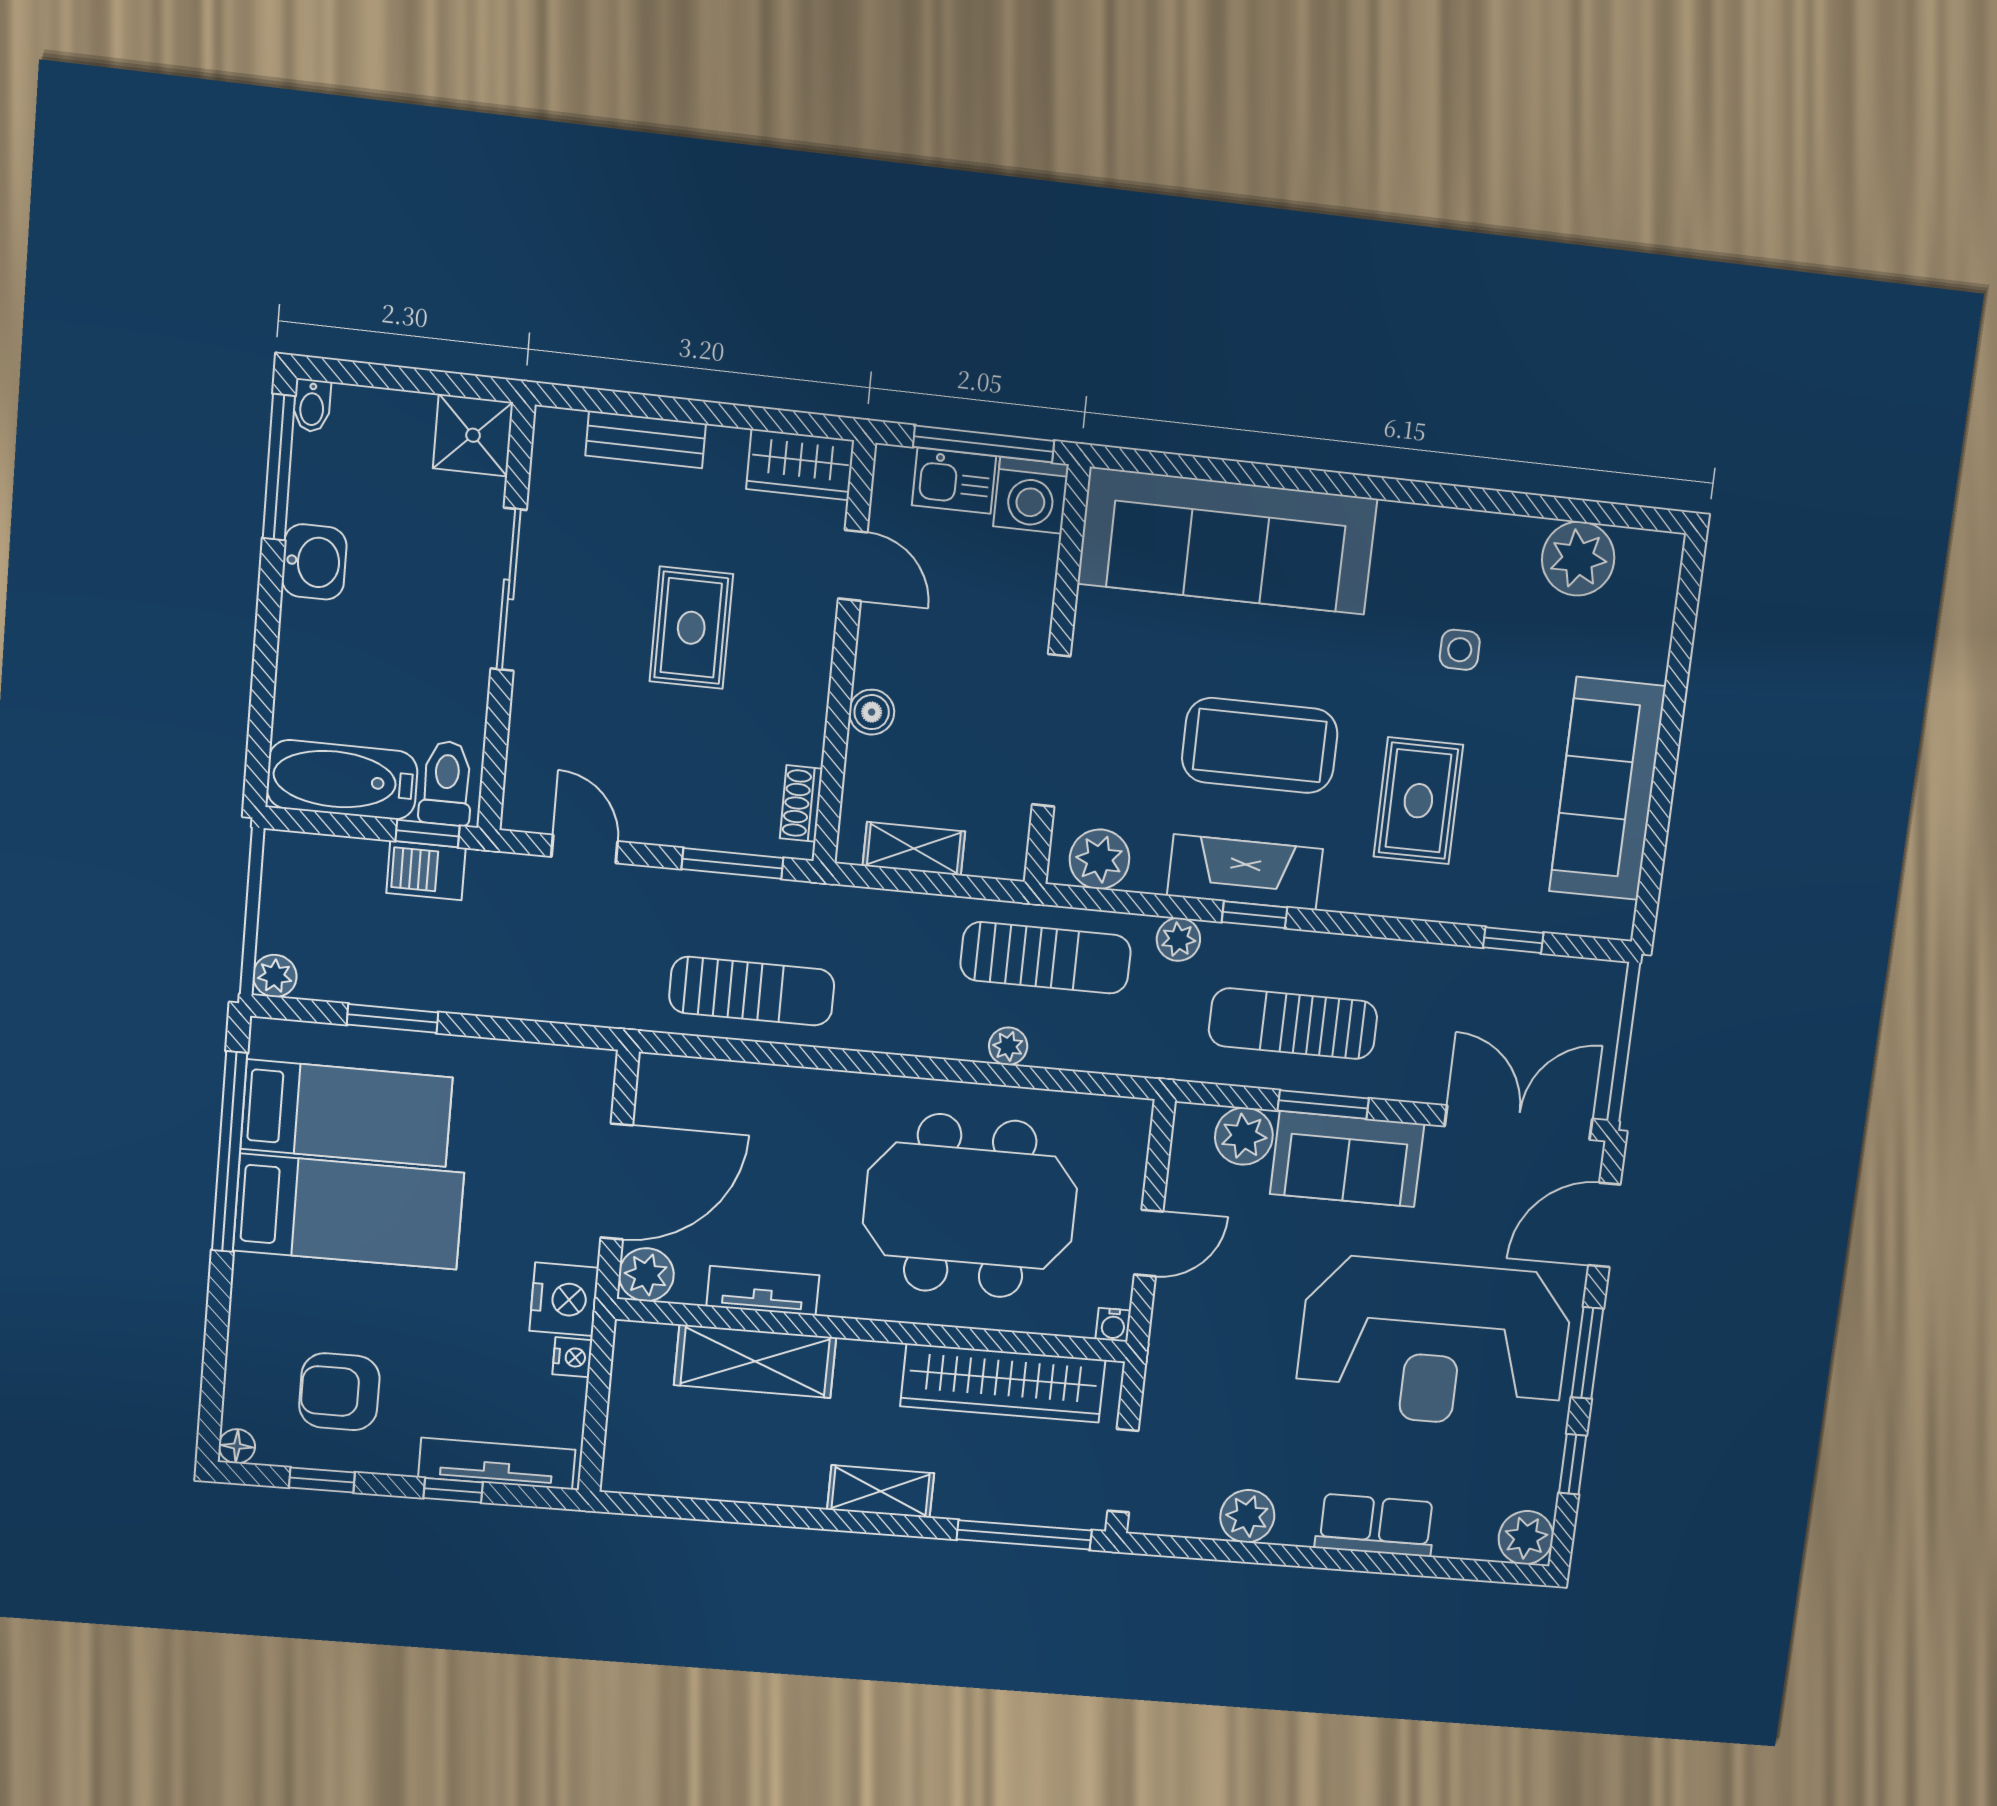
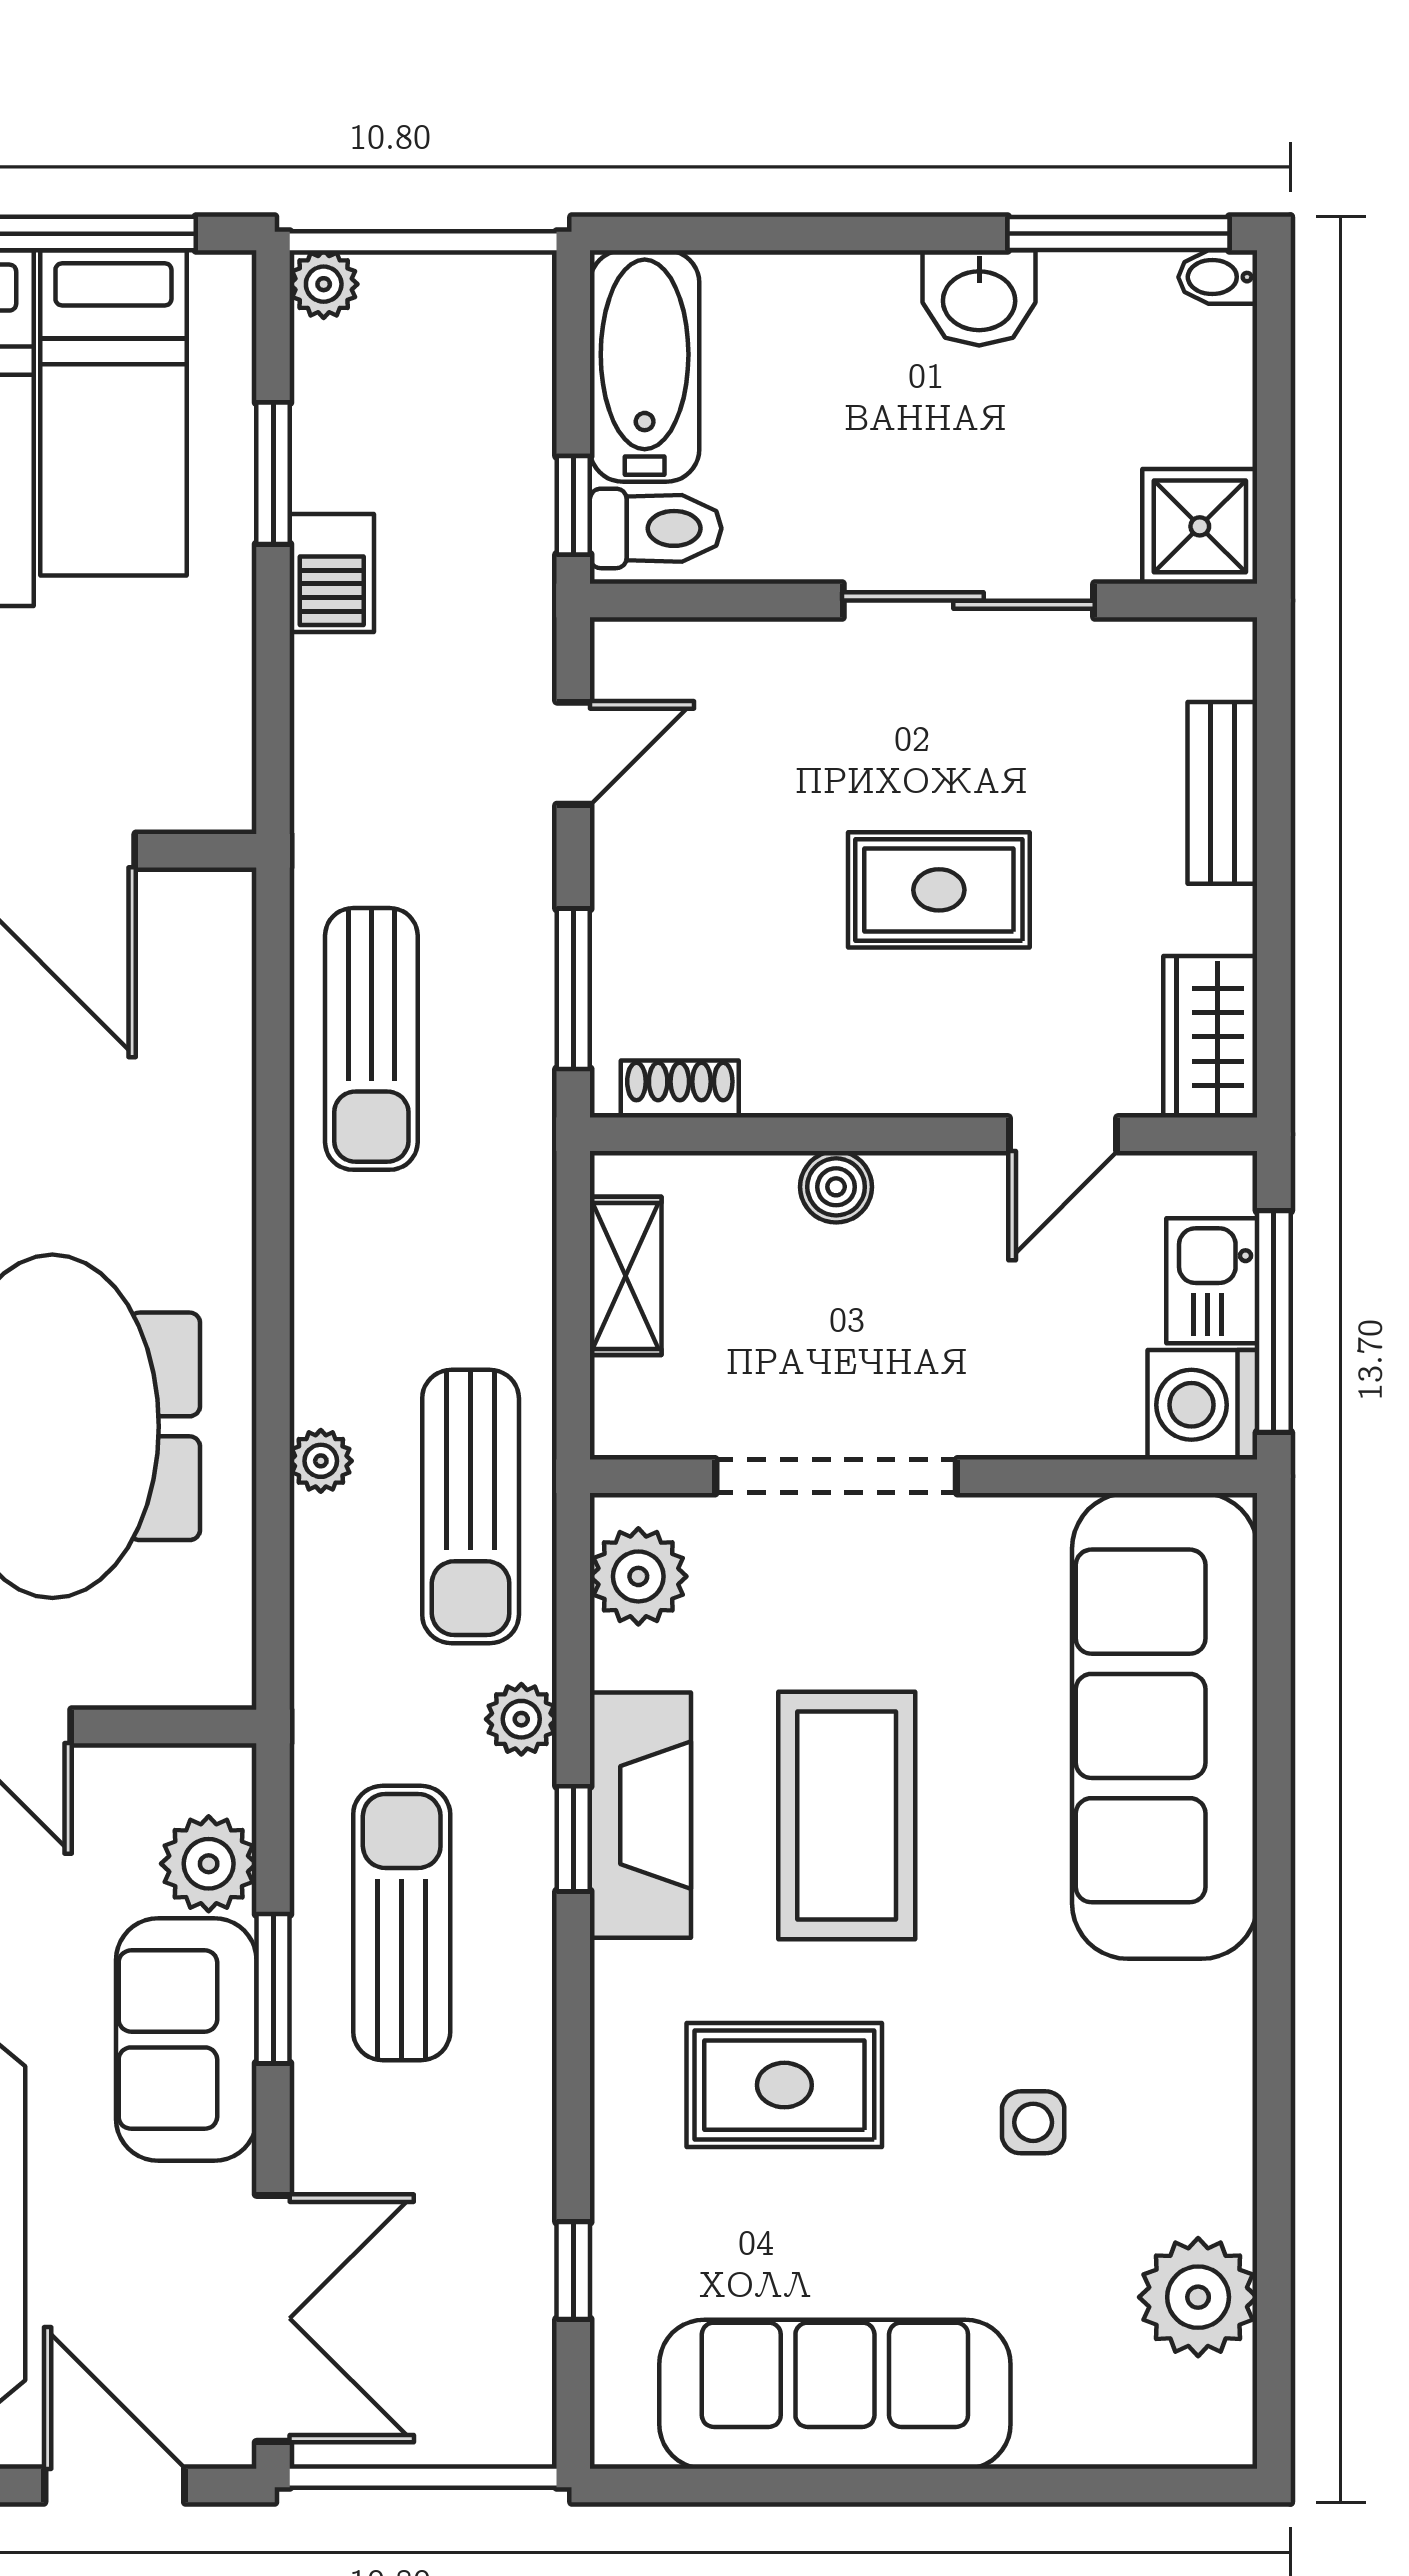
barbecue: (426, 870) -> (332, 573), moved, turned 180

